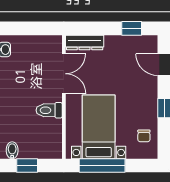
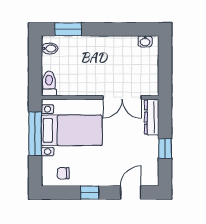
window: (132, 28) -> (165, 149), moved
toilet: (49, 110) -> (49, 84), moved
window: (27, 166) -> (35, 63), removed

